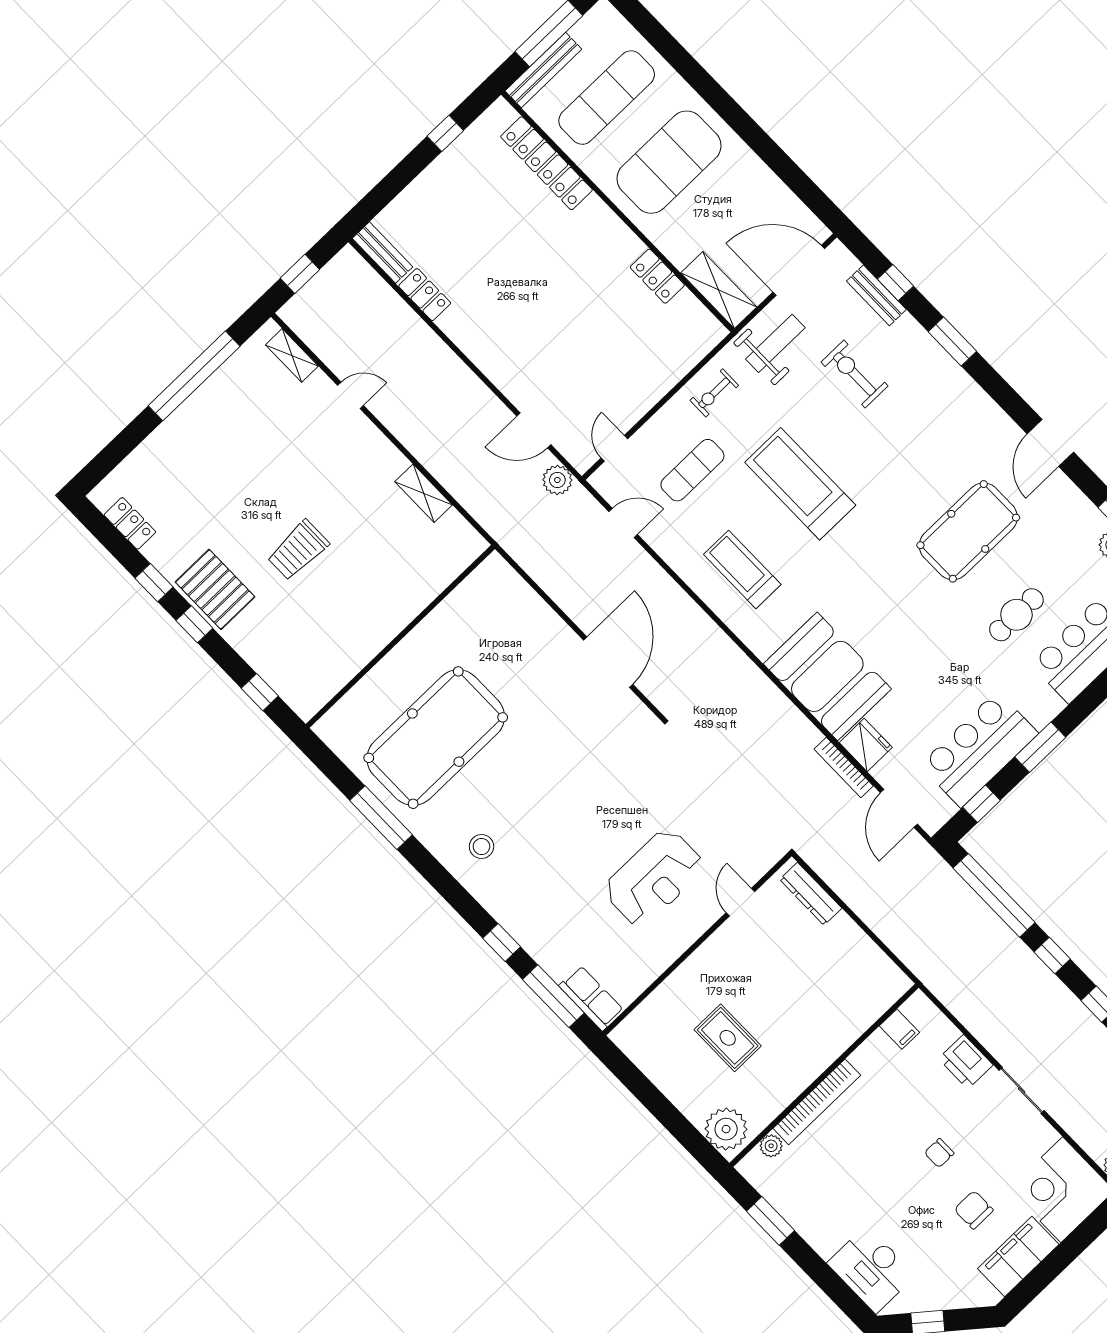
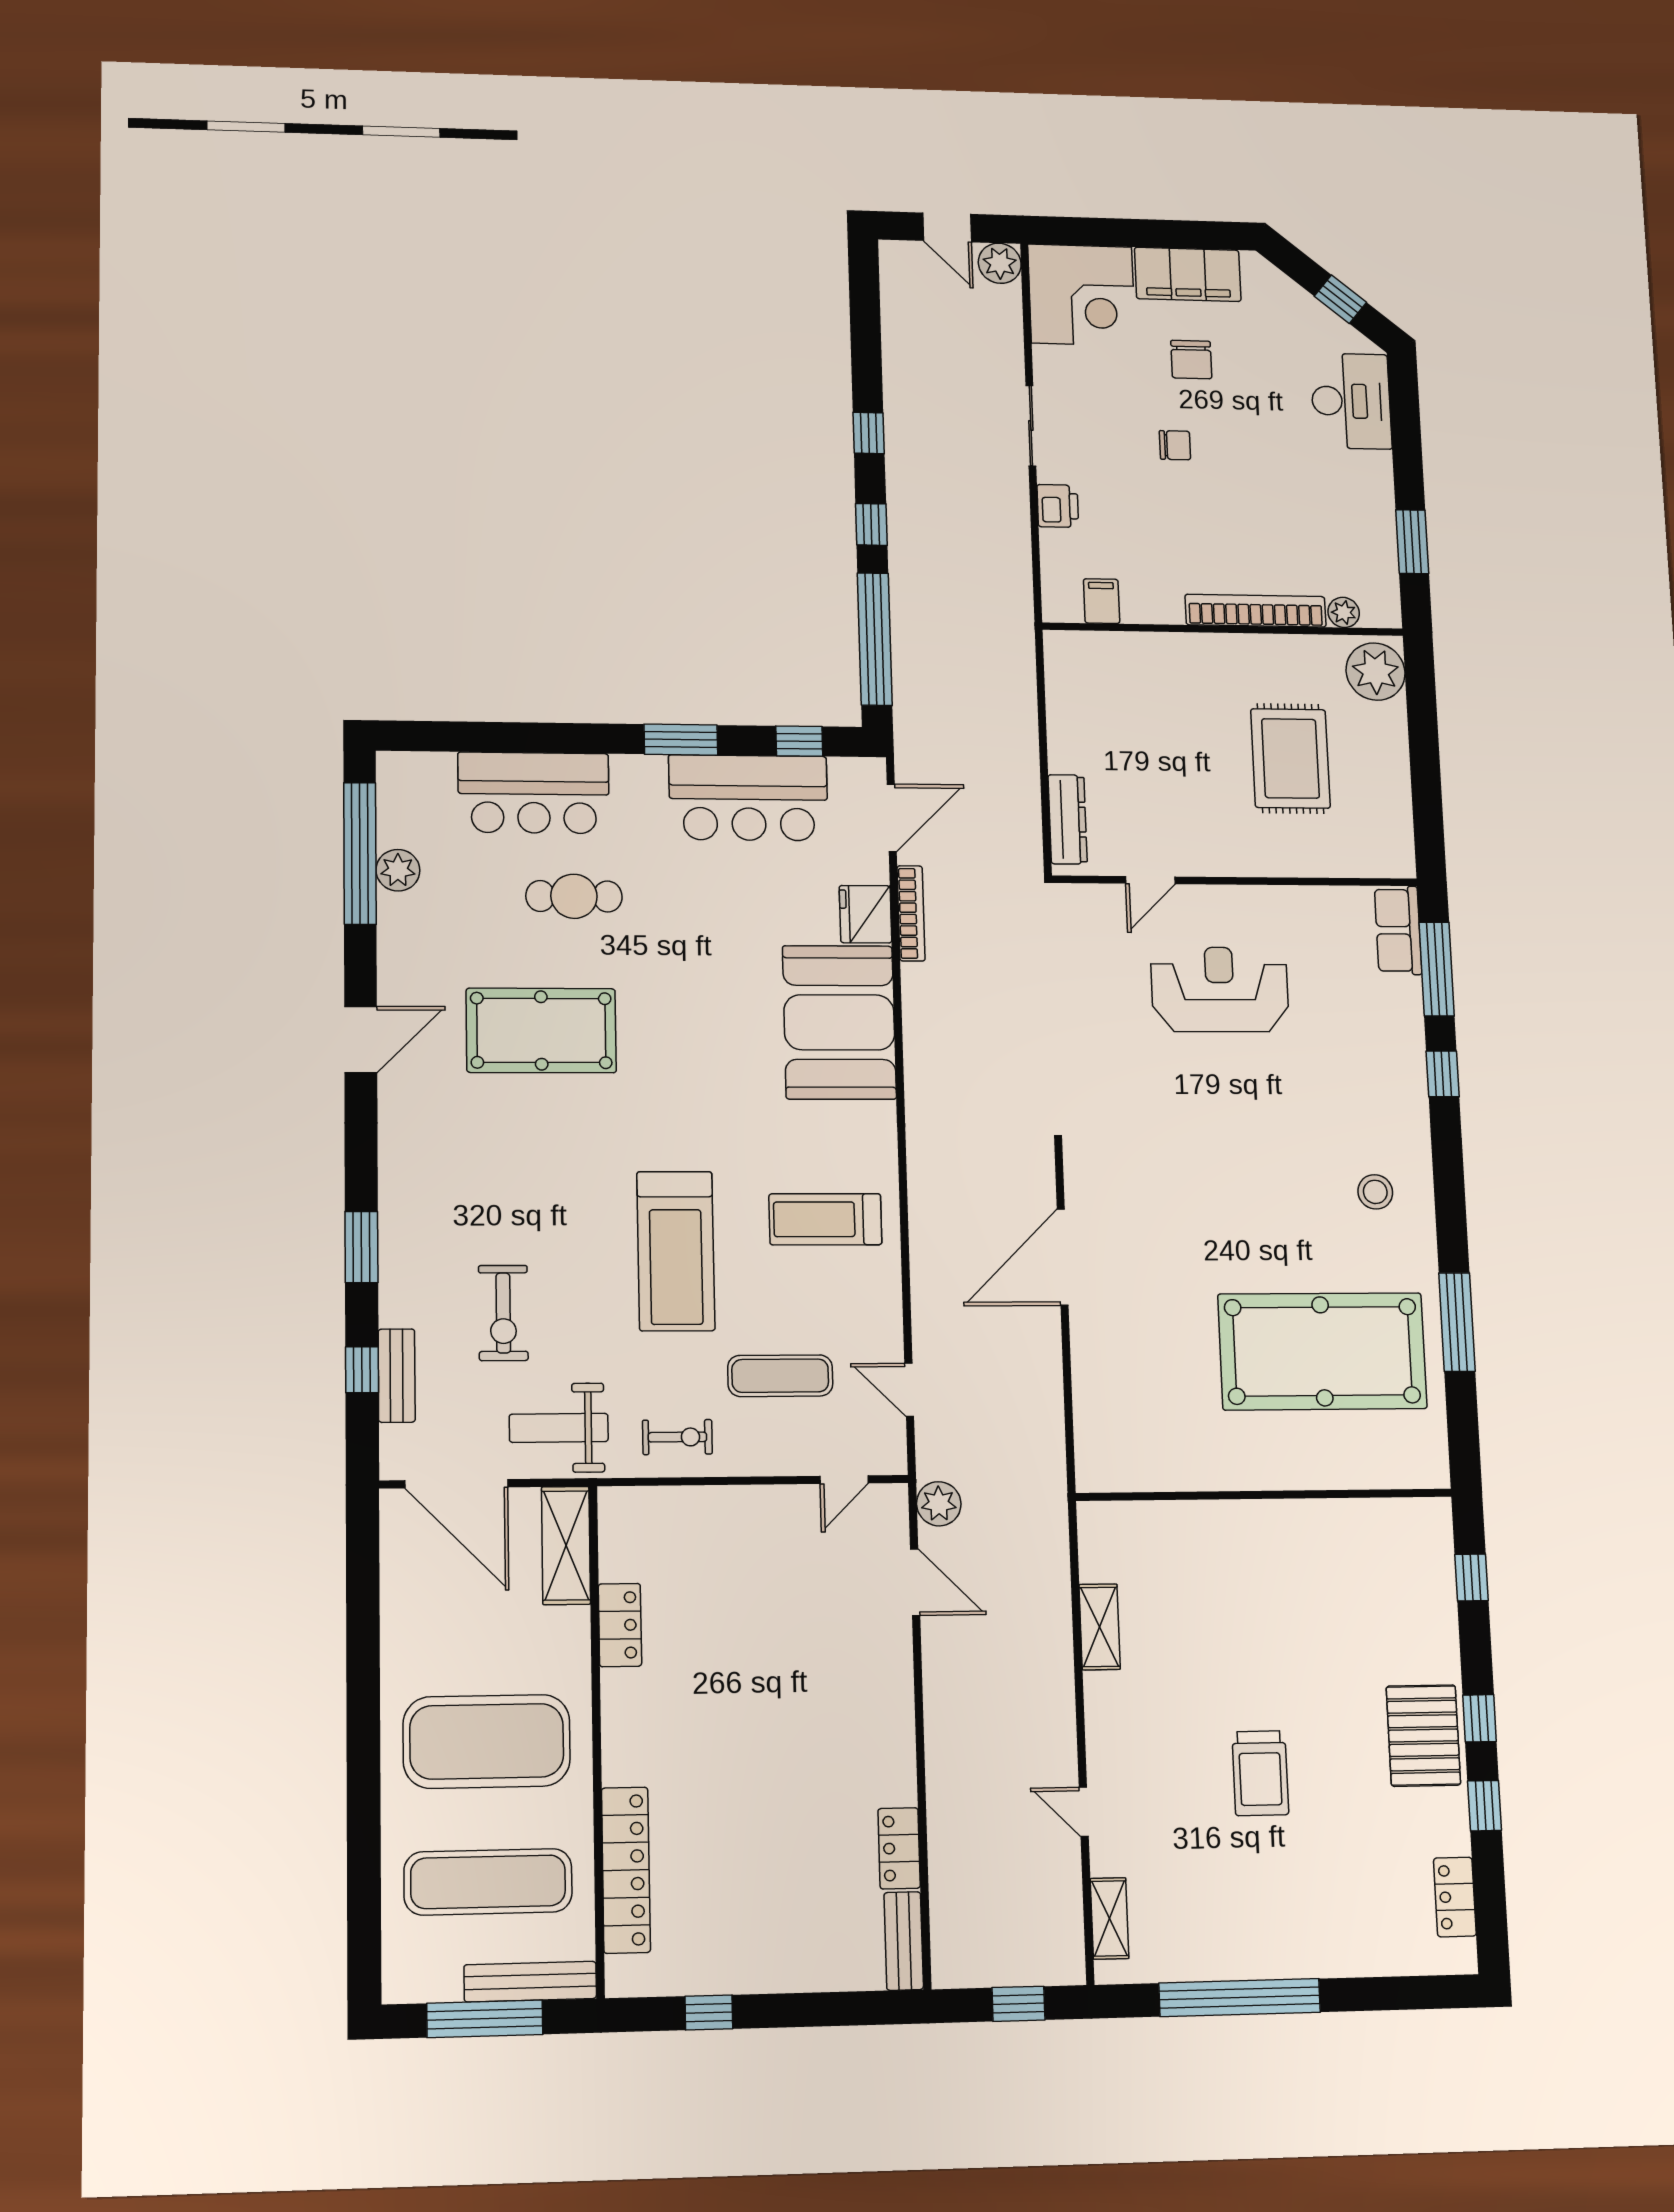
trolley: (298, 550) -> (1260, 1773), moved, turned 90
treadmill: (742, 569) -> (825, 1219), turned 90
rug: (728, 1038) -> (1290, 758), width x1.36, depth x1.43
printer: (966, 1062) -> (1058, 506), width x0.73, depth x0.81

